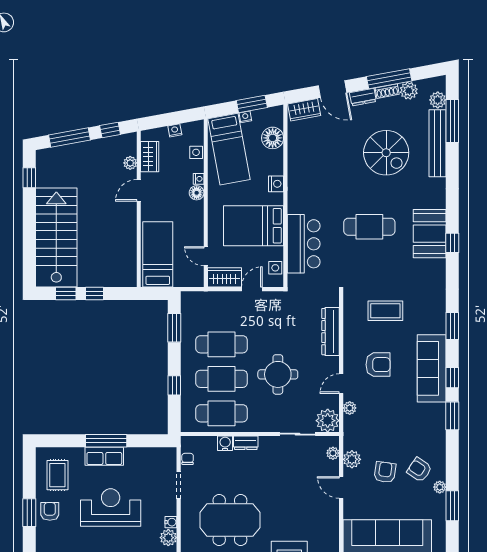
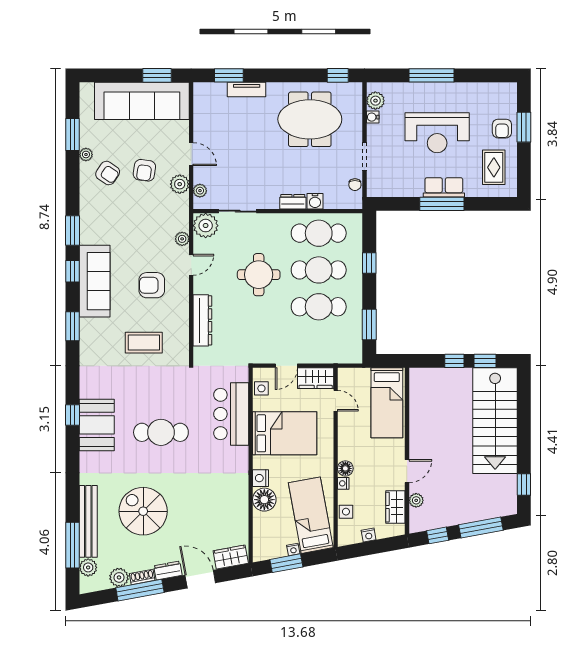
floor lamp: (273, 138) -> (264, 500), moved

